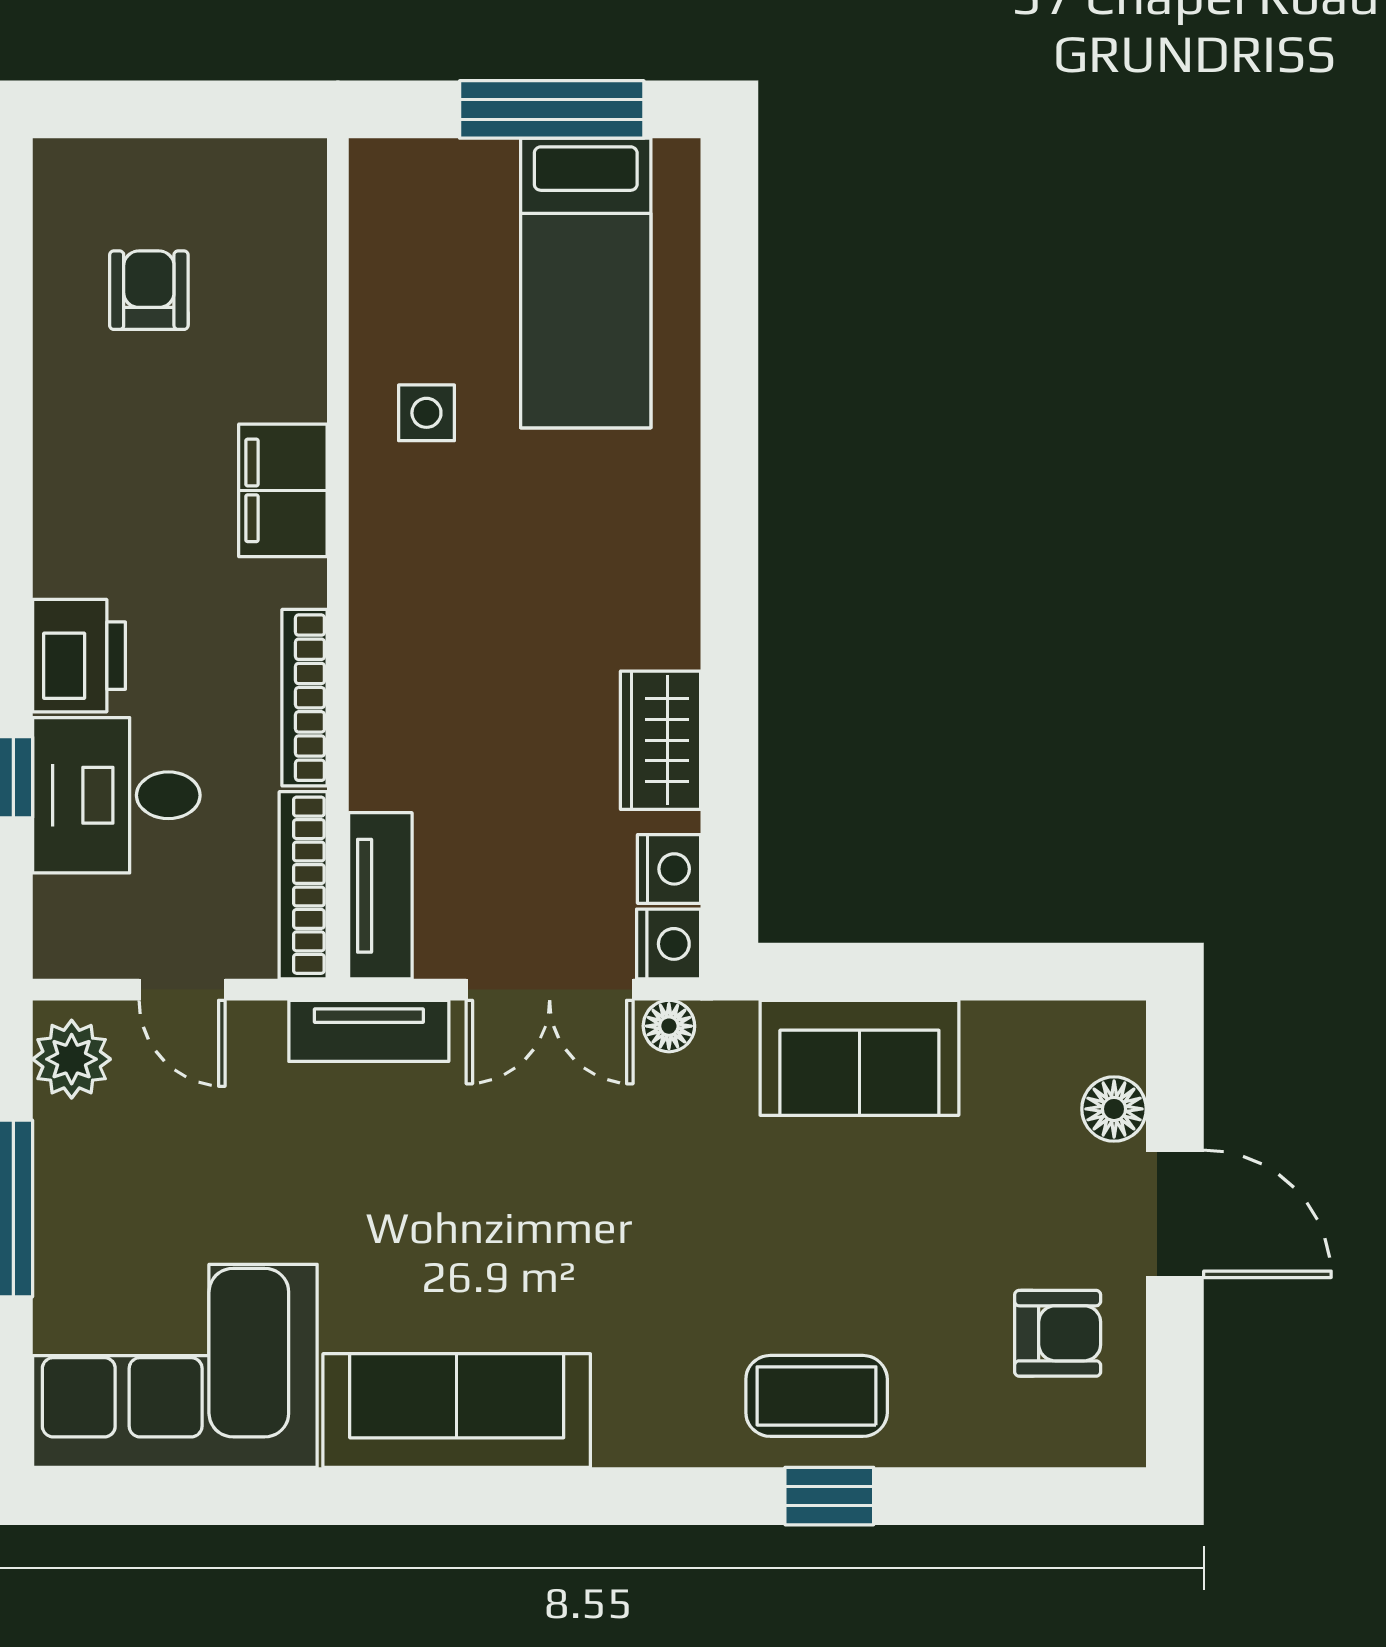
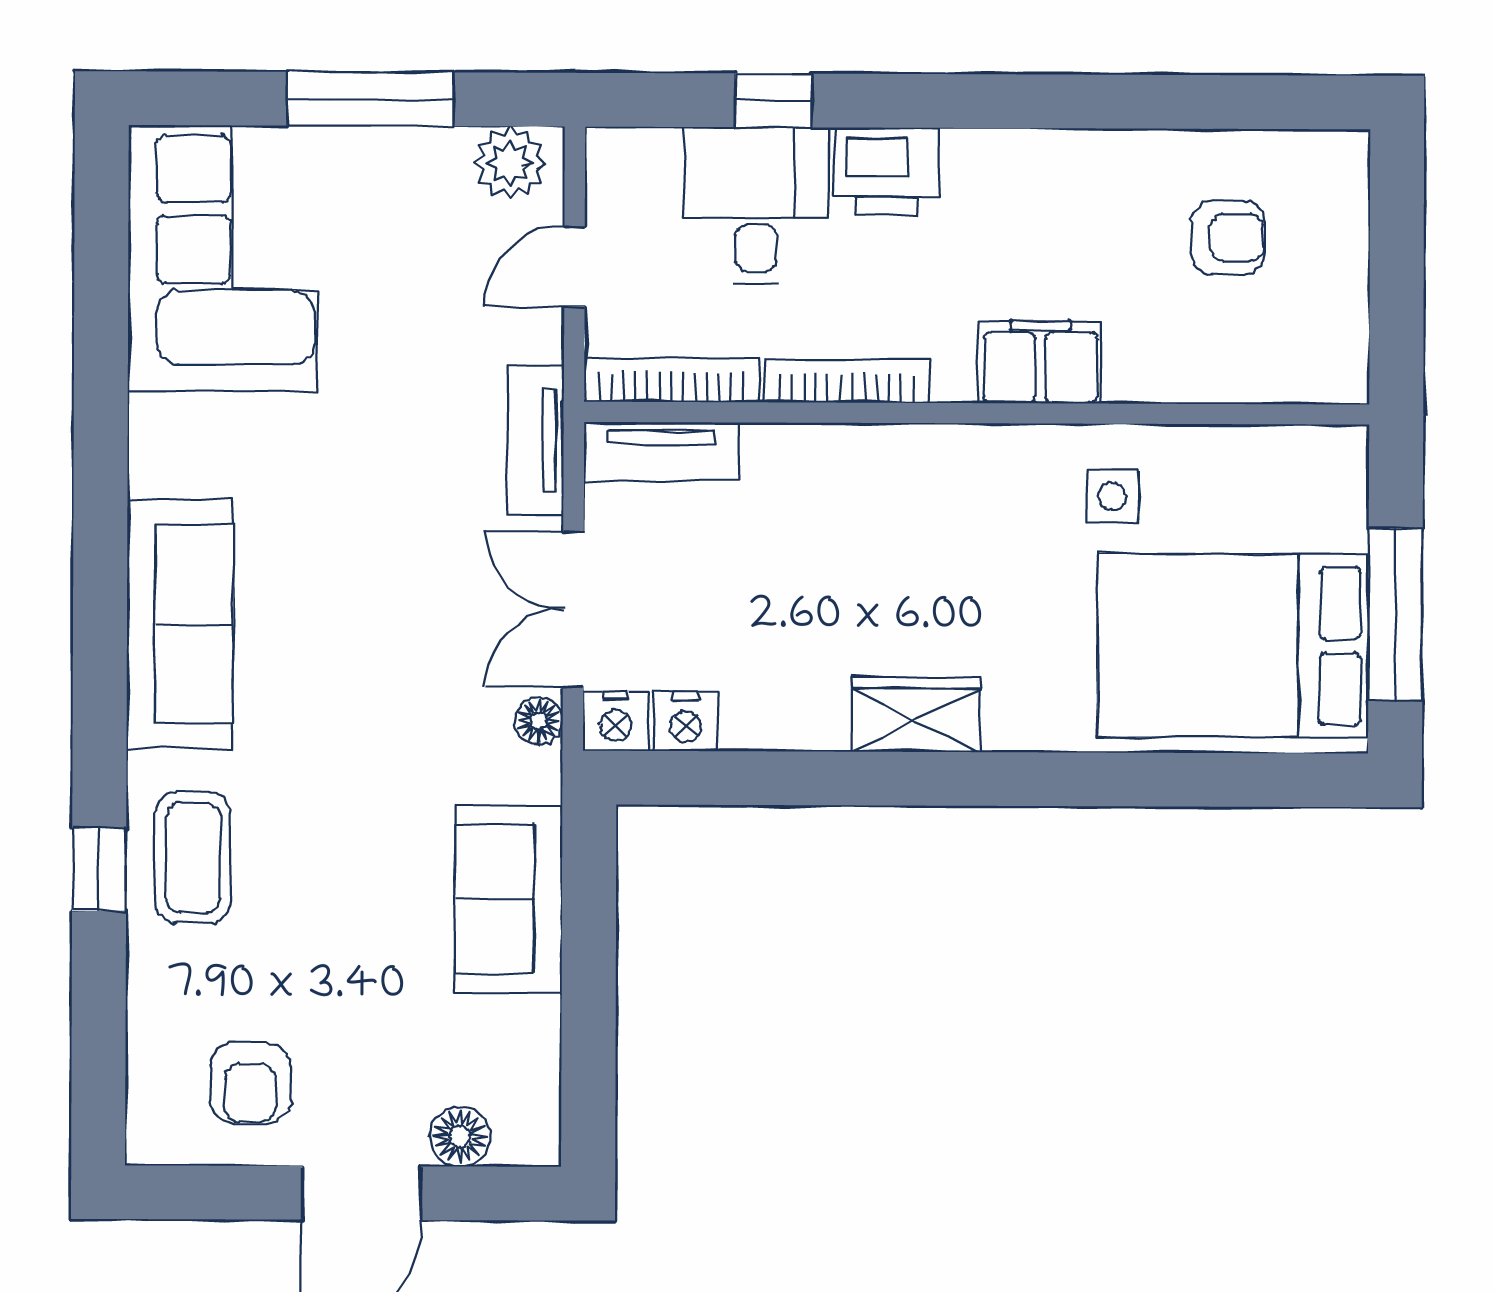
bed: (586, 283) -> (1233, 646), width x1.50
wardrobe: (661, 740) -> (916, 714), moved
sofa: (457, 1411) -> (180, 624), moved

